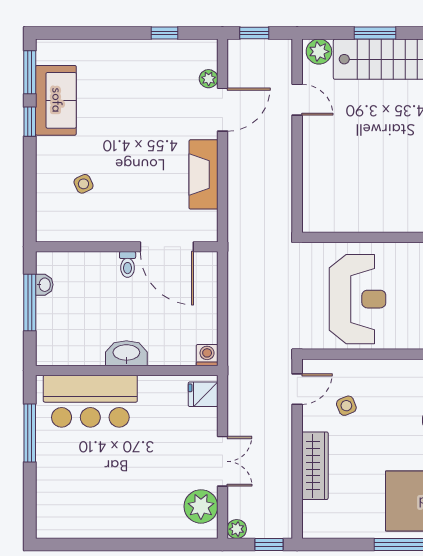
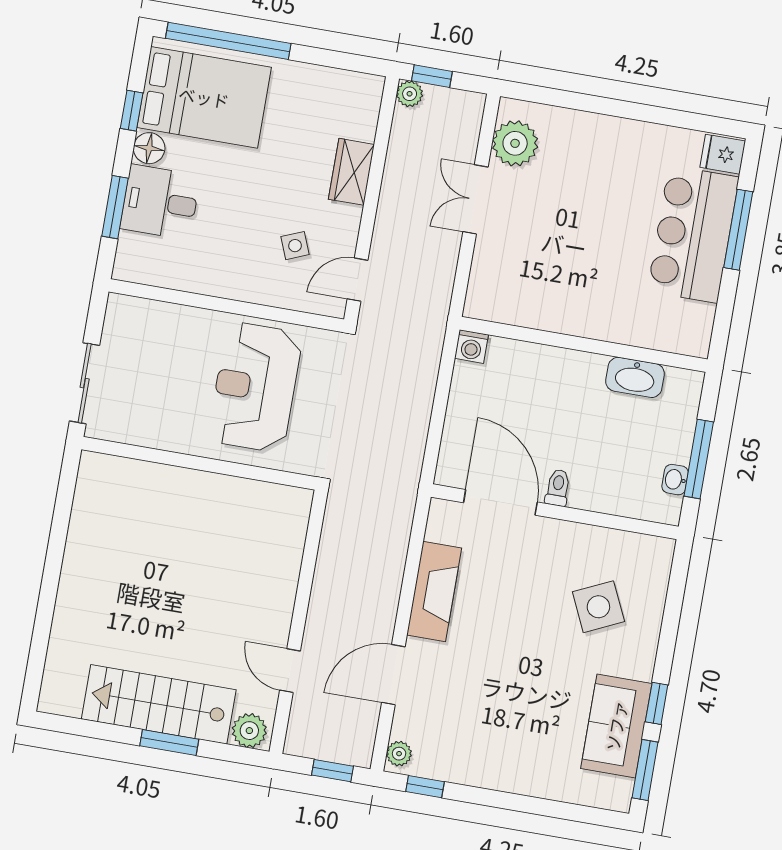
window: (164, 33) -> (425, 787), moved
plant: (209, 79) -> (399, 754), moved
side table: (83, 184) -> (598, 607), width x1.87, depth x1.87
washbasin: (126, 353) -> (635, 377), moved
fridge: (203, 394) -> (723, 154), moved, turned 180
bar counter: (90, 401) -> (693, 234), moved, turned -90
window: (30, 433) -> (738, 230), moved
wardrobe: (315, 466) -> (351, 172), width x0.67
plant: (237, 529) -> (410, 94), moved

